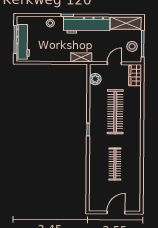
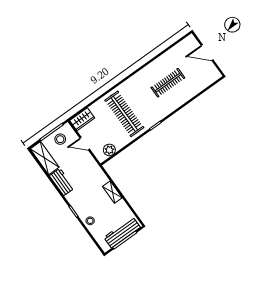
workbench: (87, 25) -> (62, 182), width x0.53, depth x0.76
shelving: (81, 57) -> (112, 192), moved
clothes rail: (115, 112) -> (124, 114), turned 90

